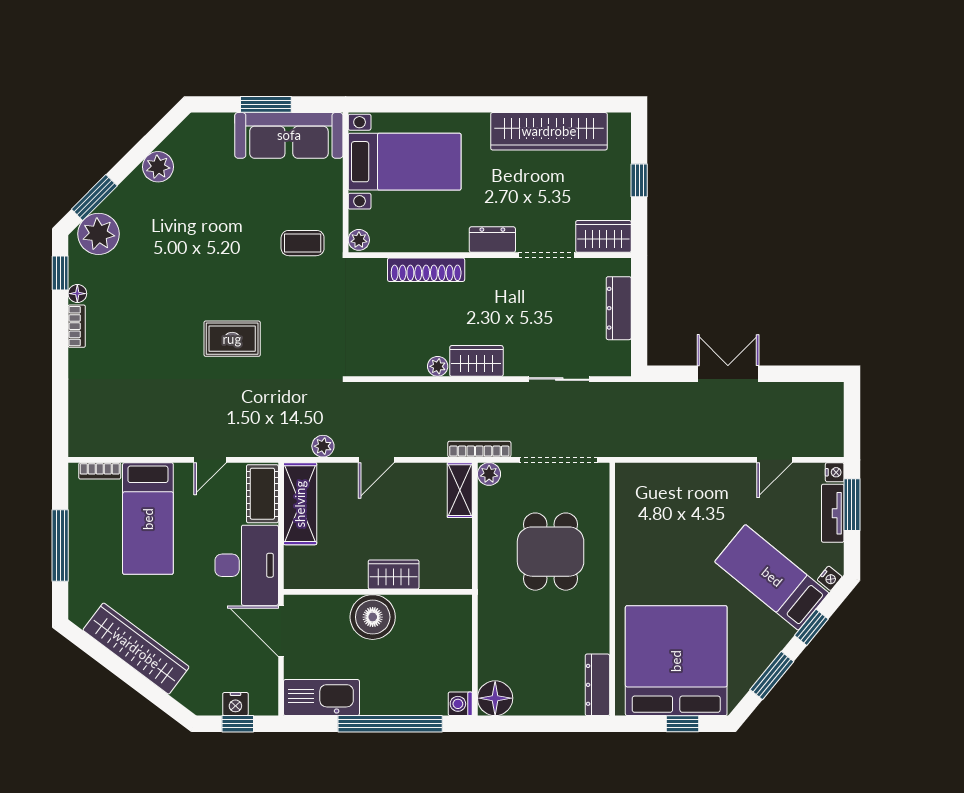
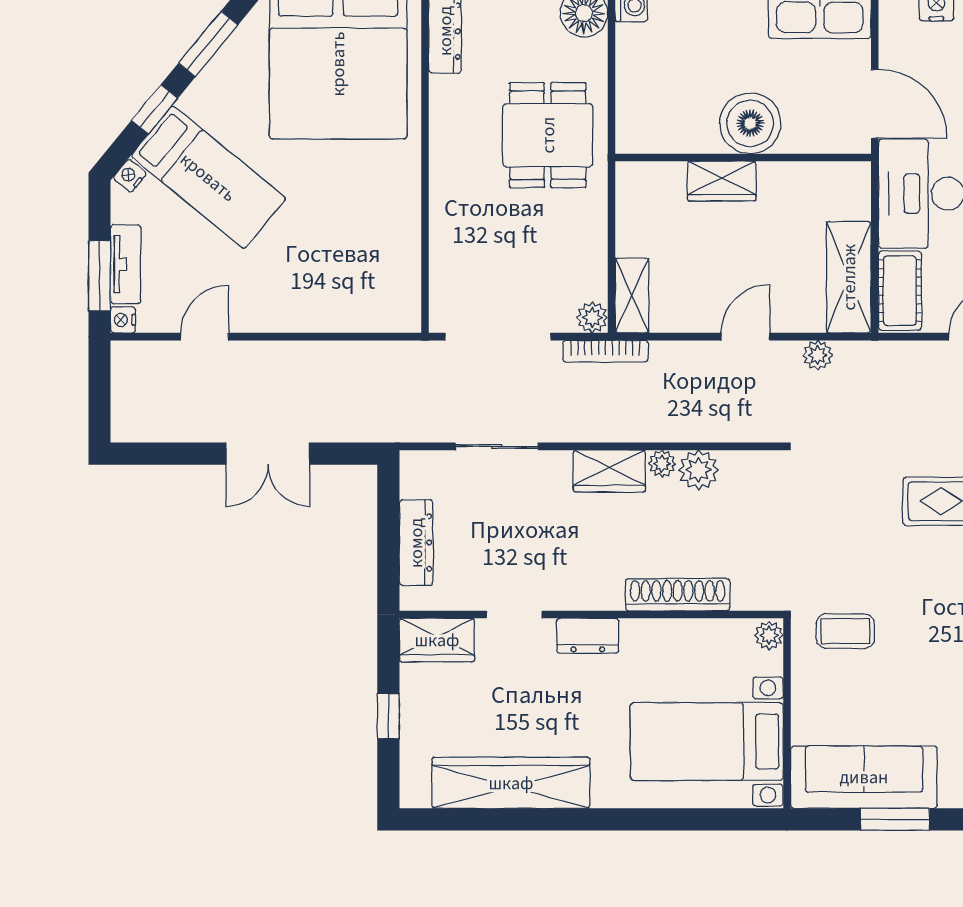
doorway: (546, 255) -> (514, 615), width x0.73
plant: (411, 362) -> (698, 470), added
dining table: (551, 552) -> (548, 135), moved

